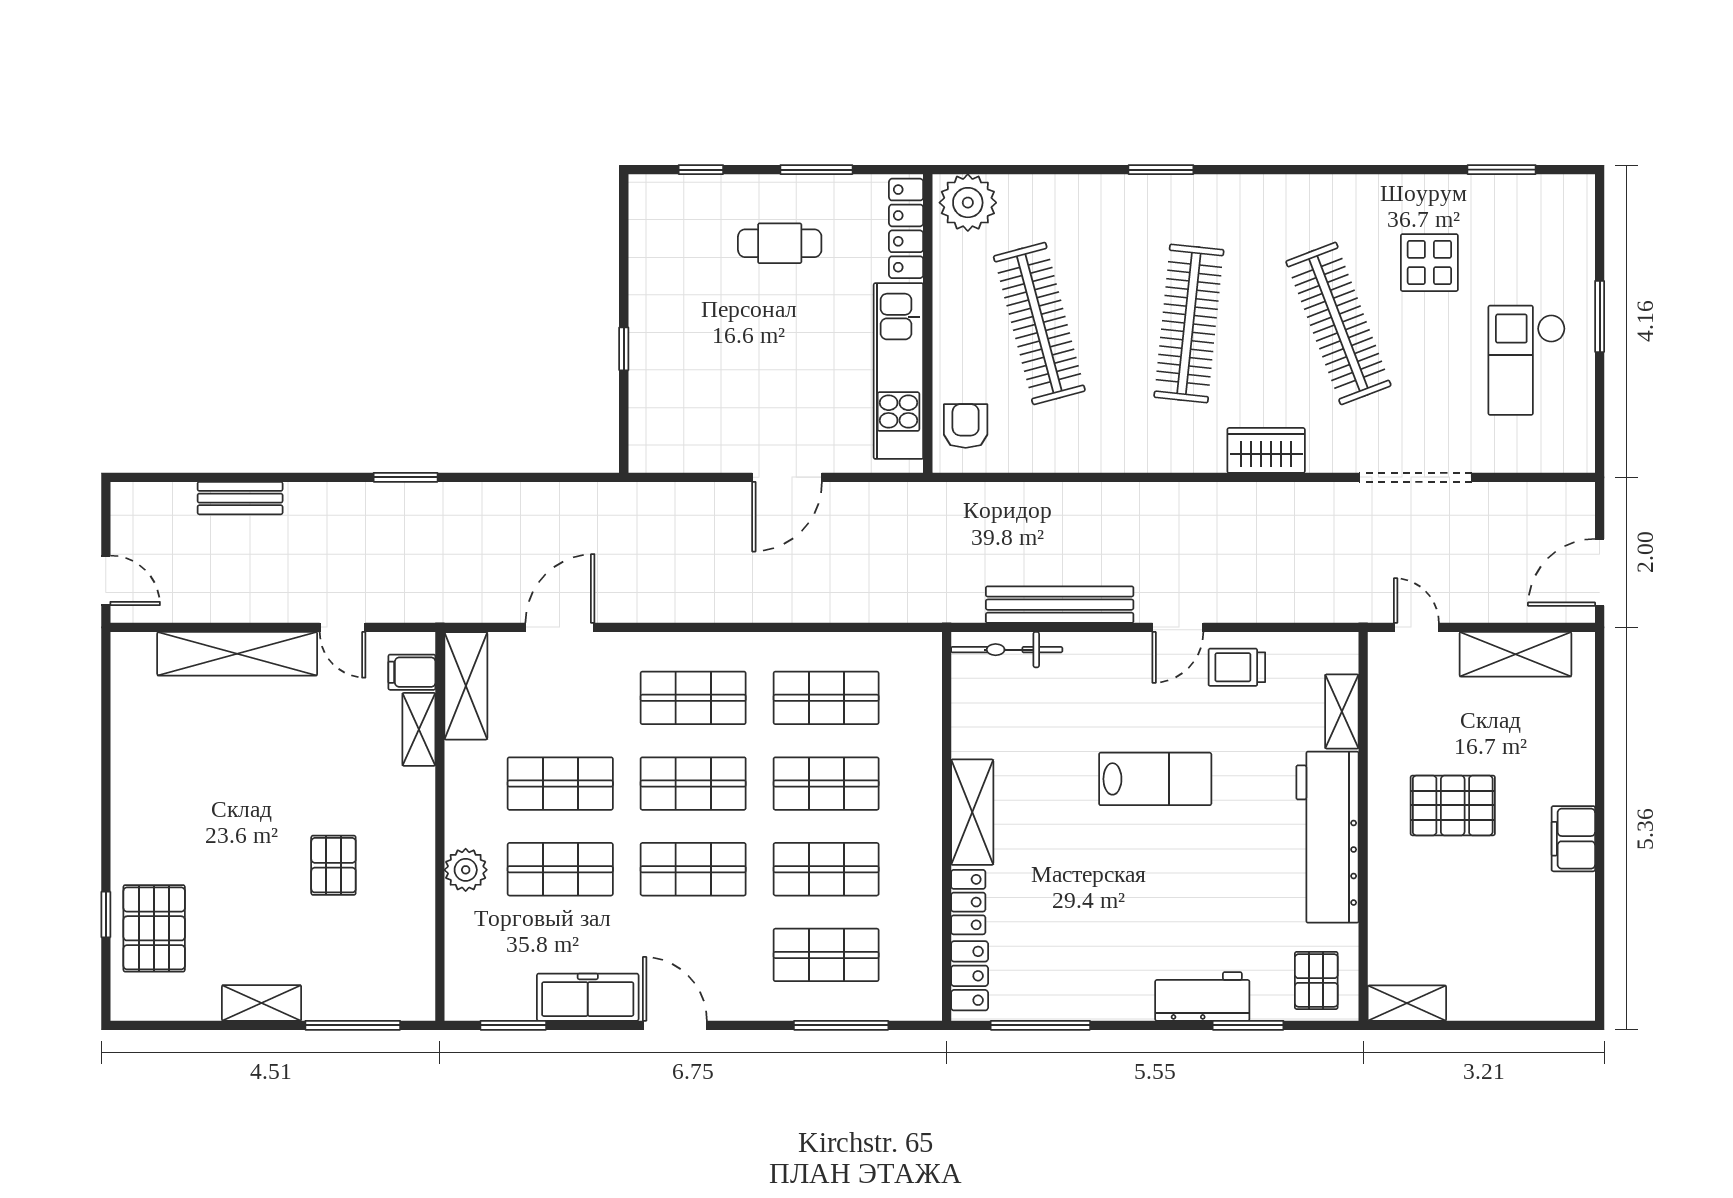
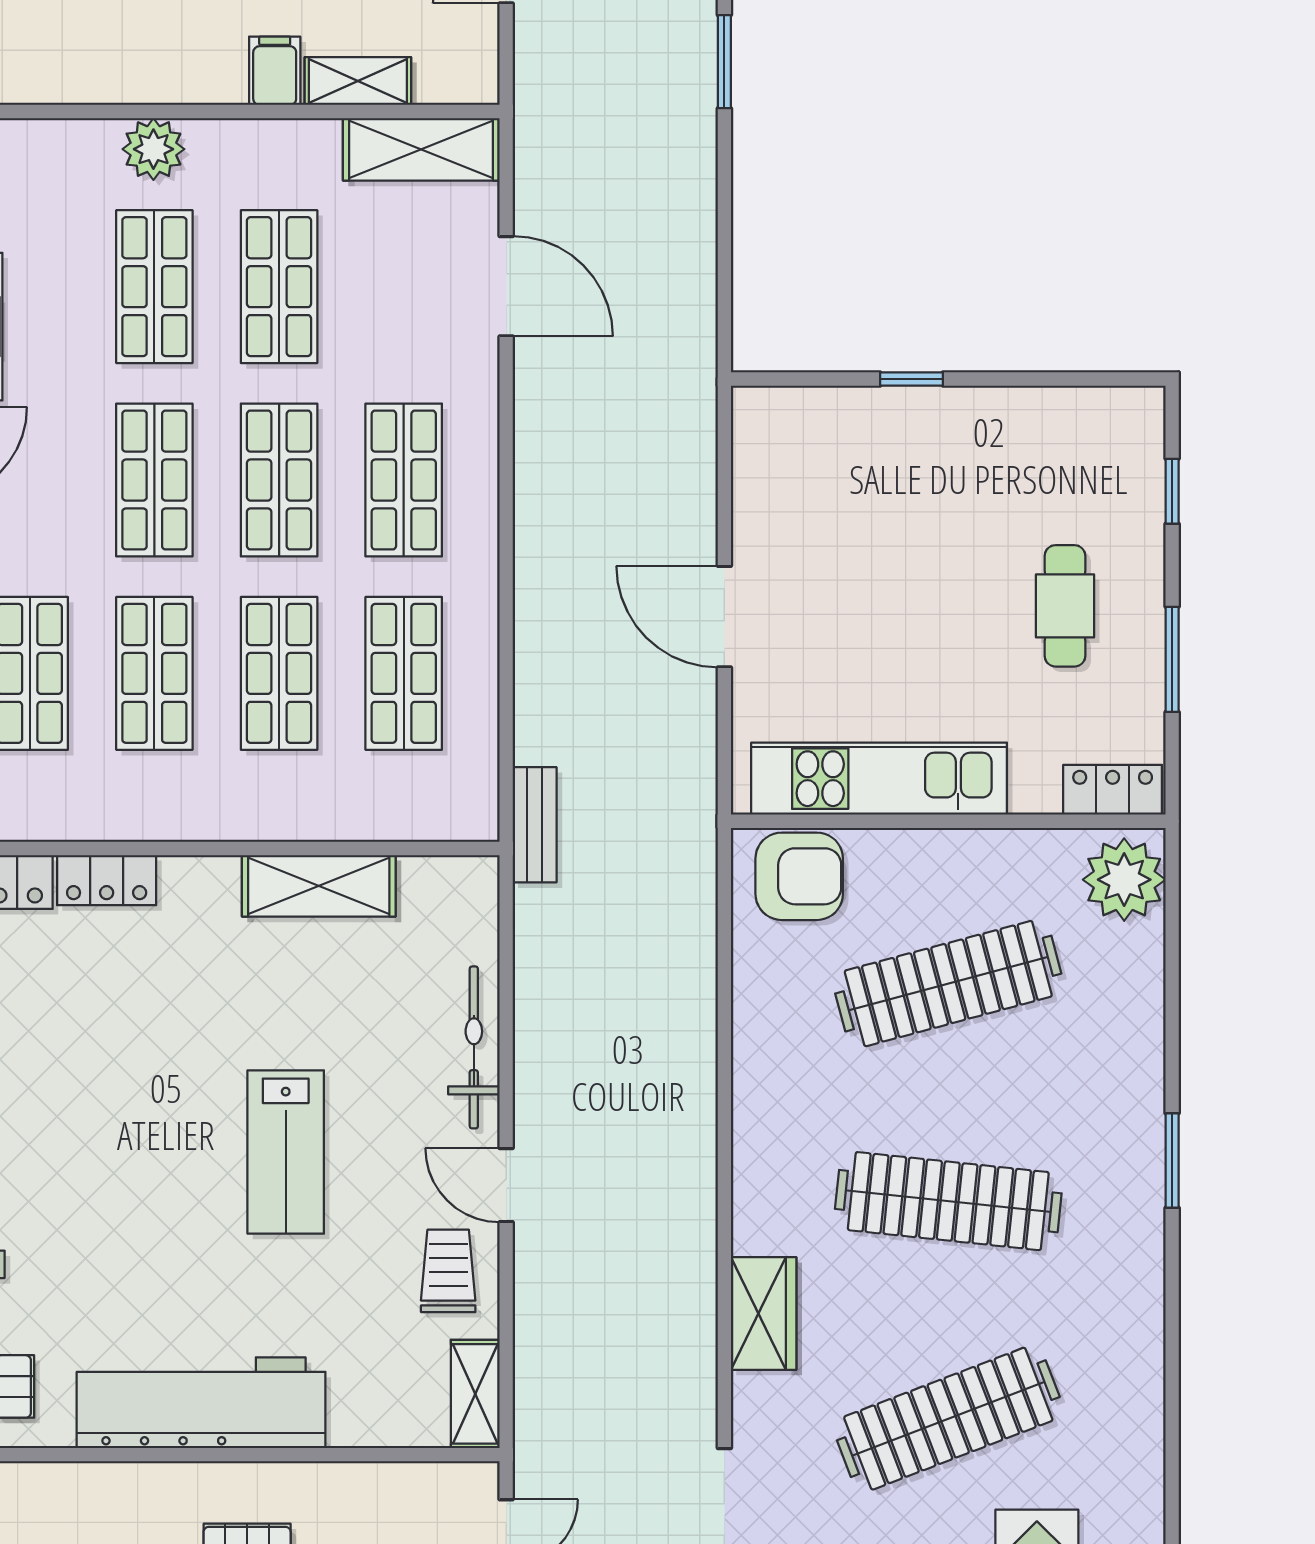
locker: (906, 228) -> (1113, 790), width x0.66
armchair: (966, 426) -> (799, 876), width x1.38, depth x1.38
bench: (1060, 605) -> (535, 825), moved, width x0.54, depth x0.82
bicycle: (1007, 650) -> (474, 1047), moved
filing cabinet: (412, 672) -> (275, 71), moved
shelving: (1342, 711) -> (475, 1394), moved, turned 90
shelving: (972, 812) -> (319, 886), moved

